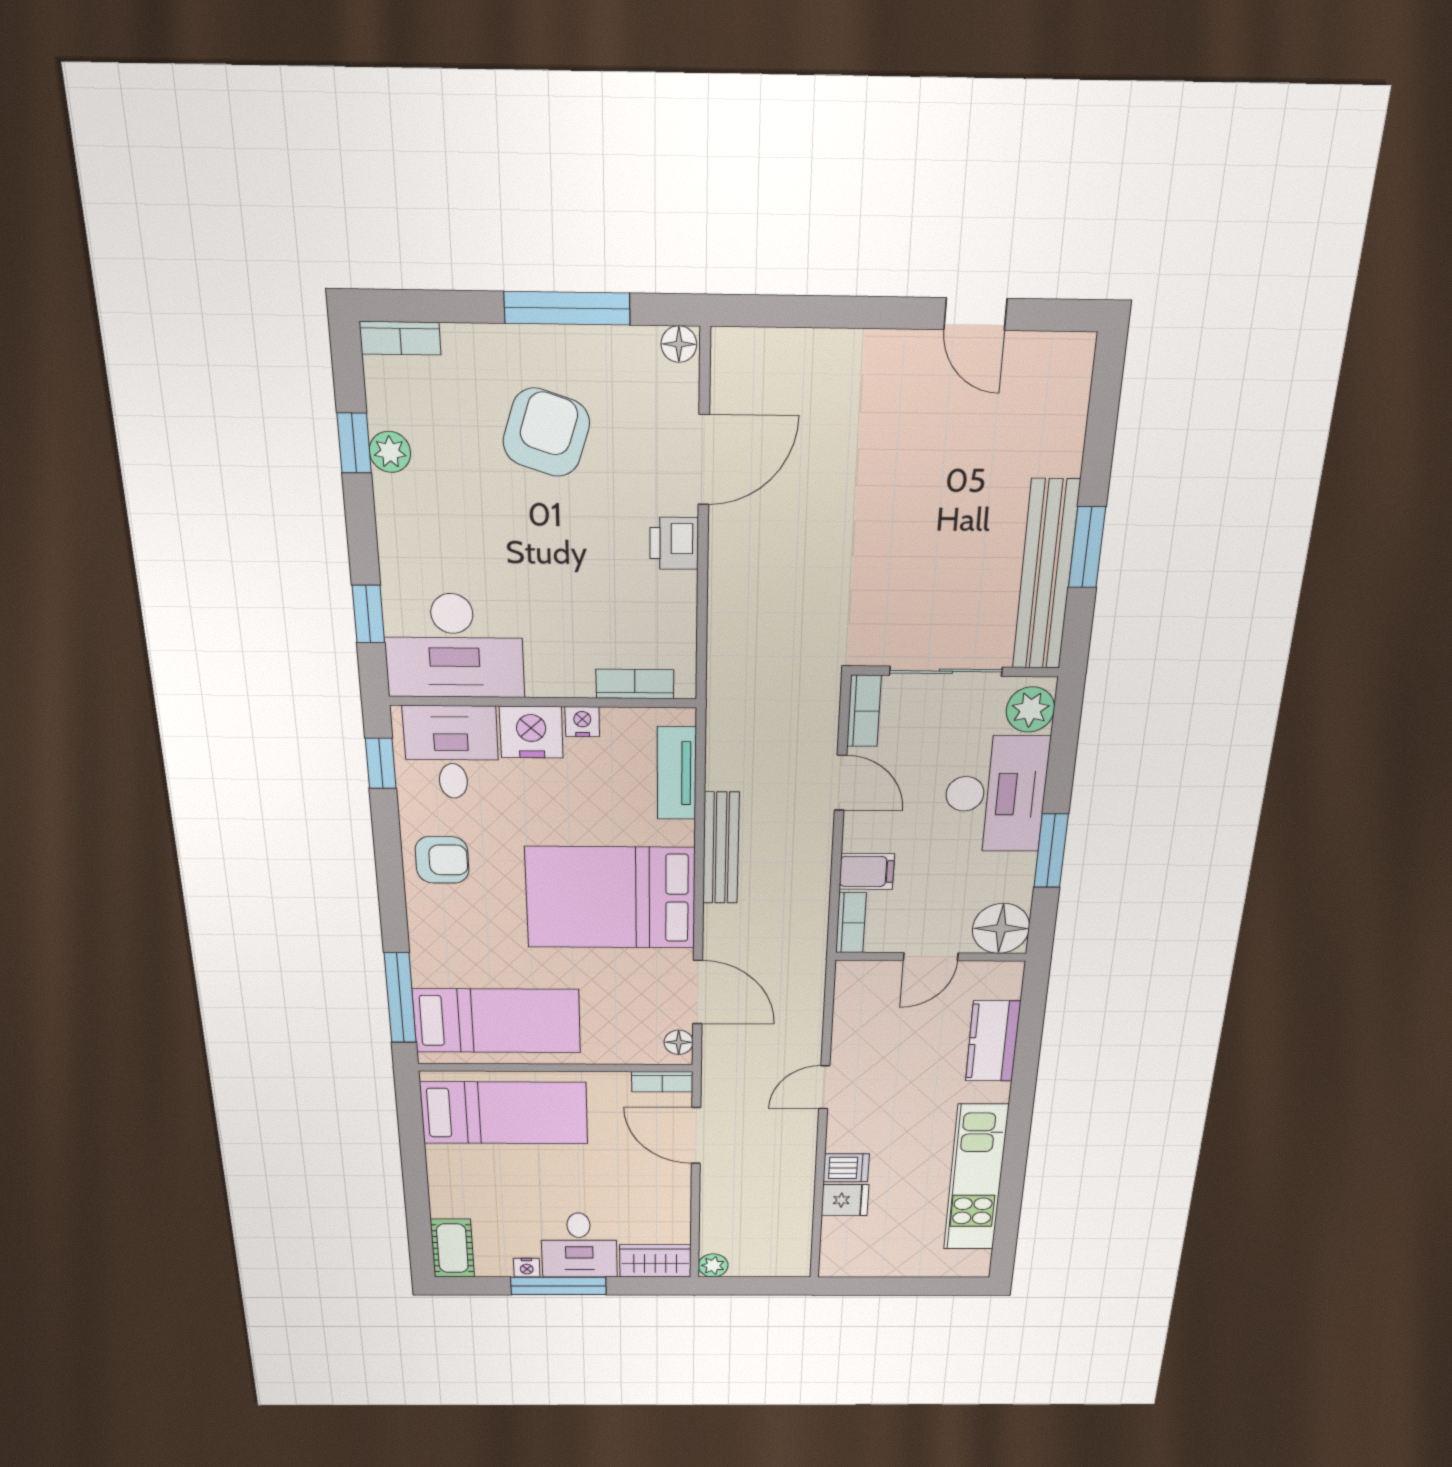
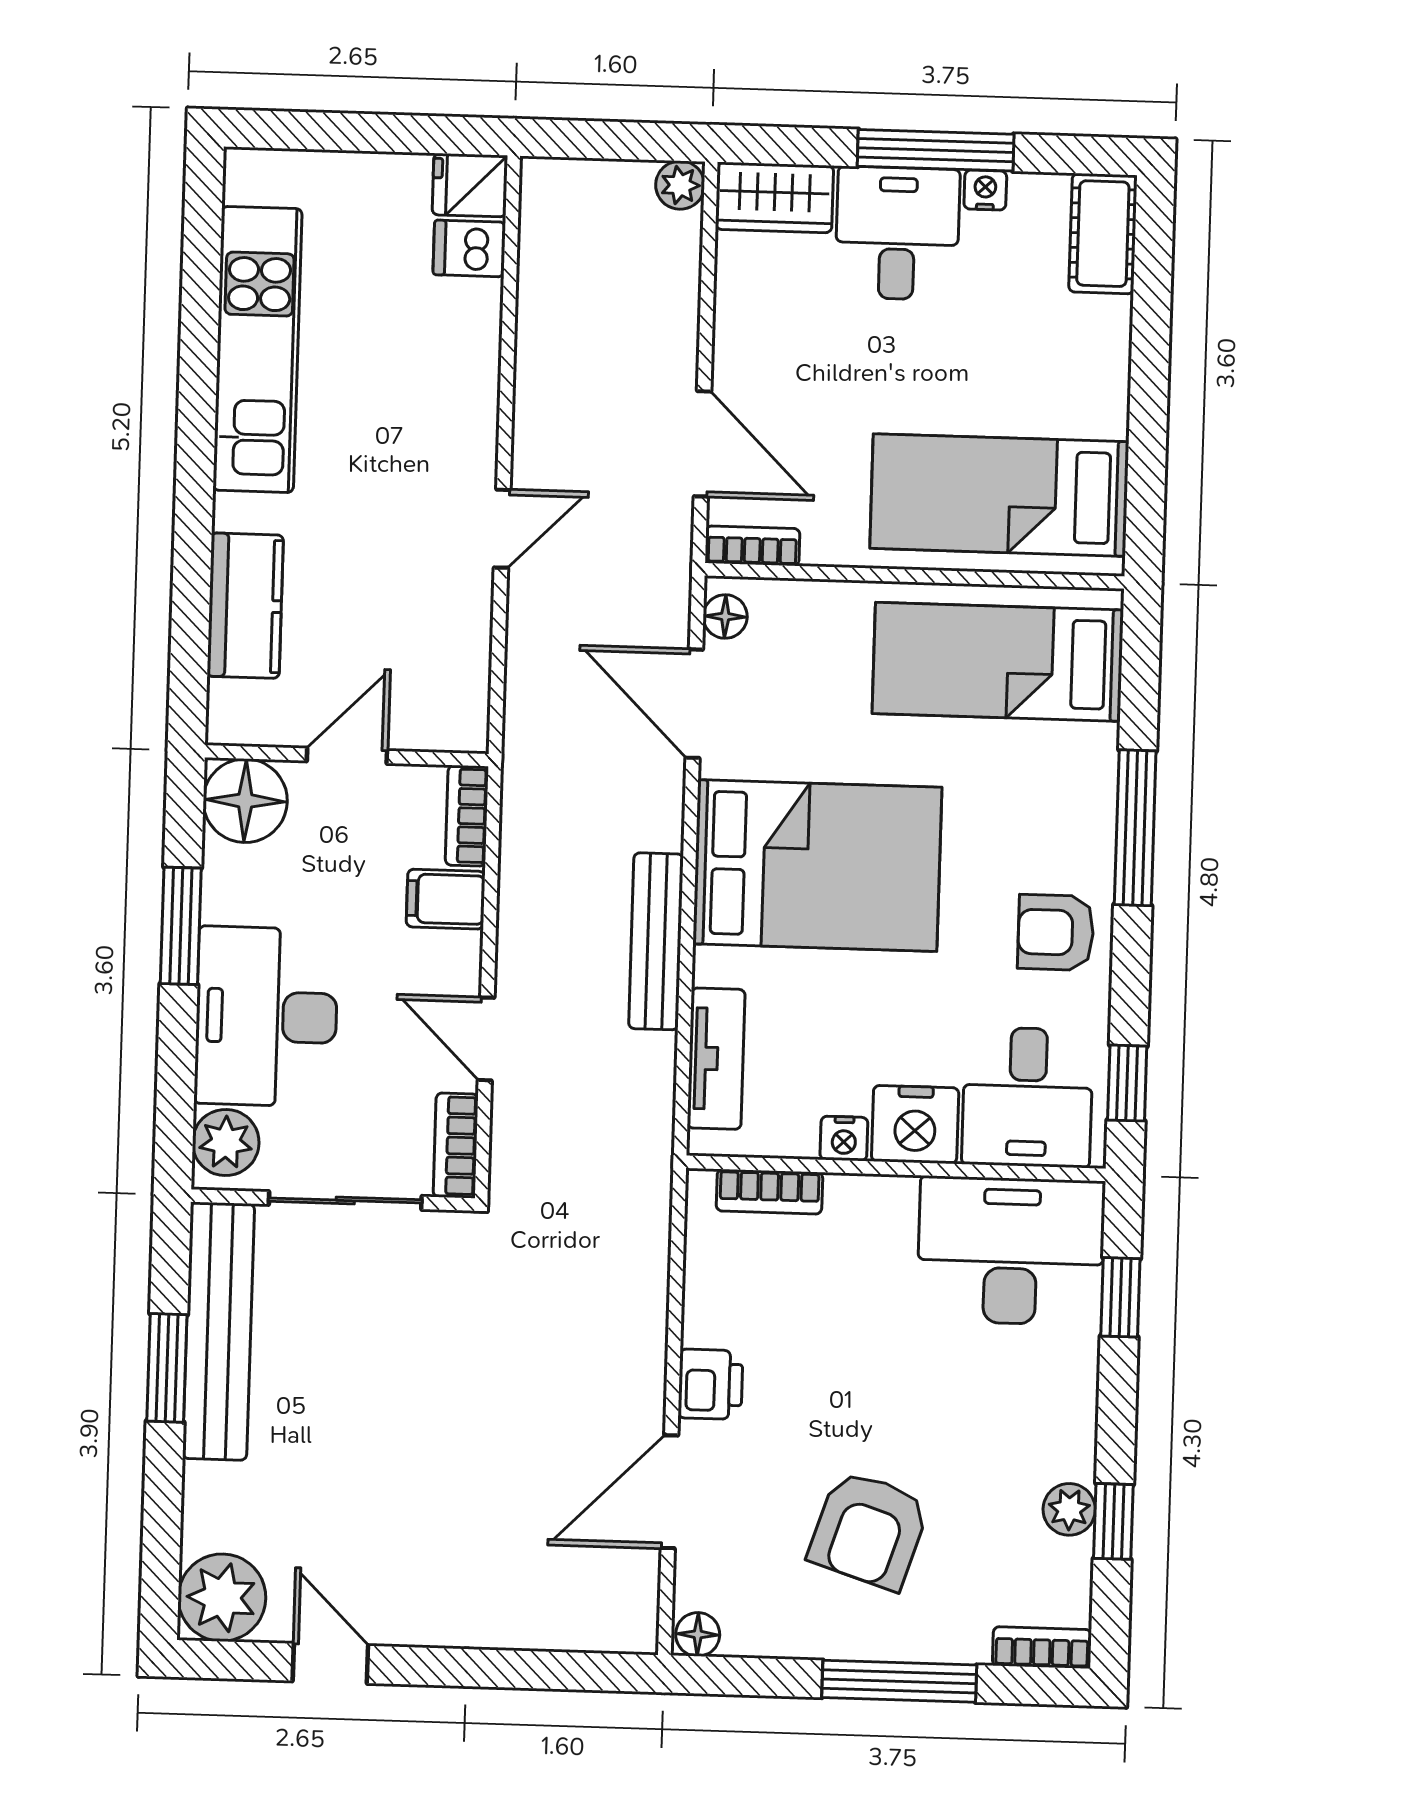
window: (567, 308) -> (899, 1681), moved
plant: (1059, 368) -> (222, 1598), added
window: (400, 998) -> (1135, 828), moved
dishwasher: (846, 1168) -> (469, 248), moved
fridge: (845, 1200) -> (470, 185), moved

